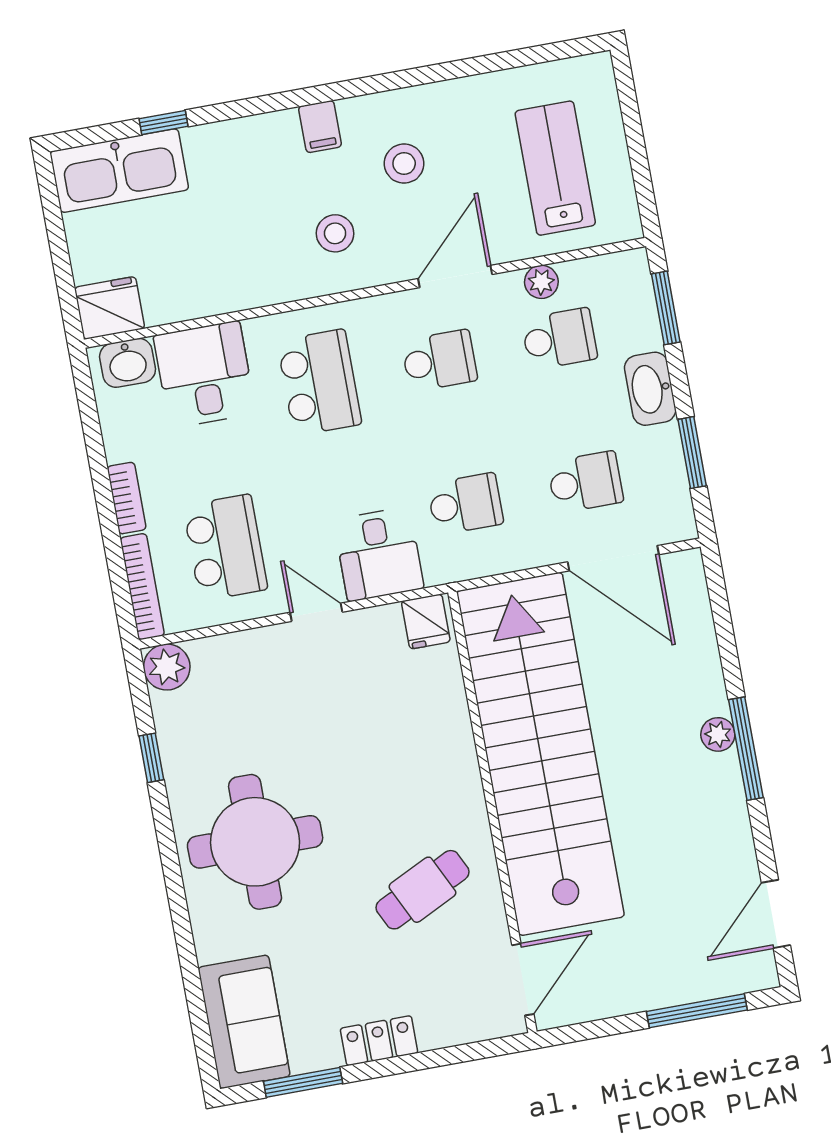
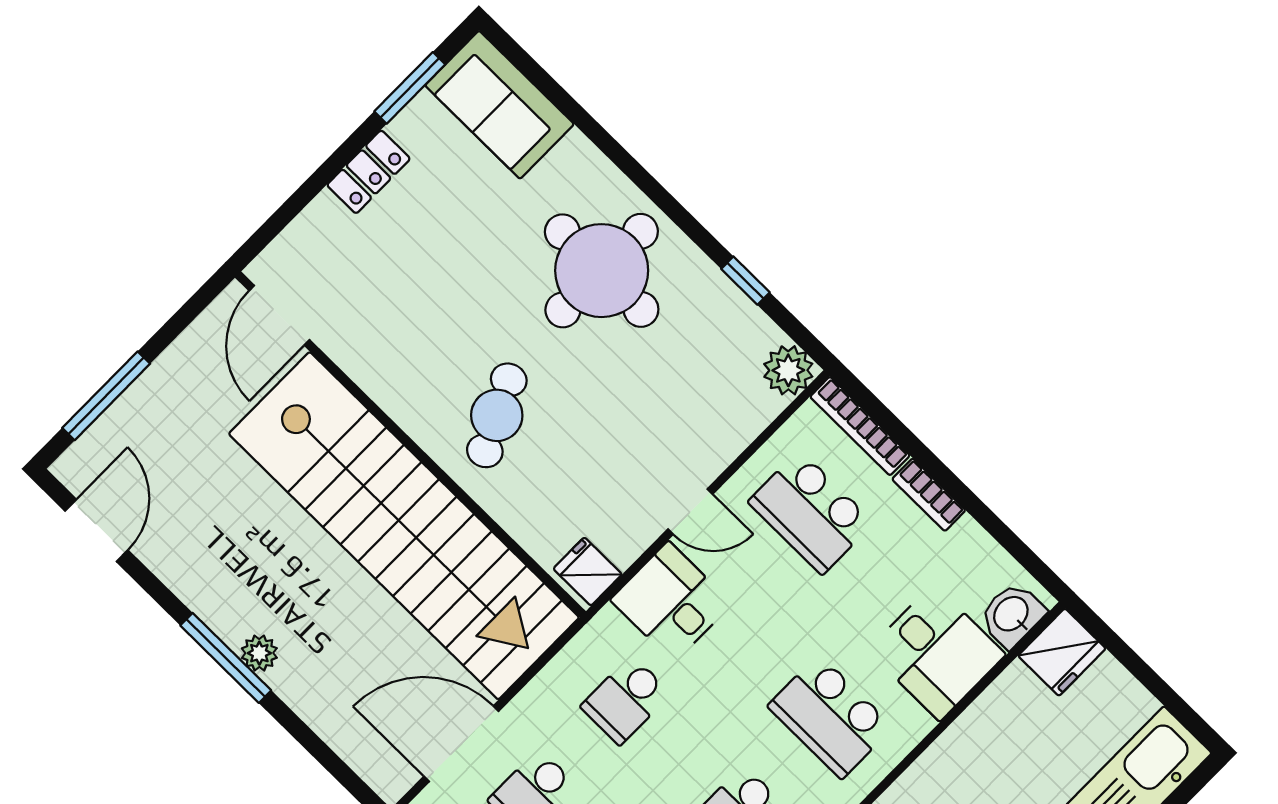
cafe table: (423, 890) -> (497, 415), moved

